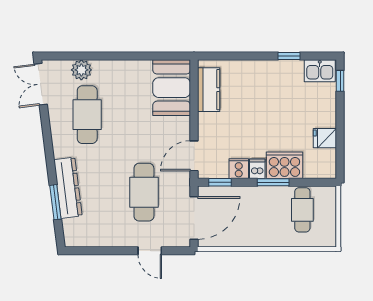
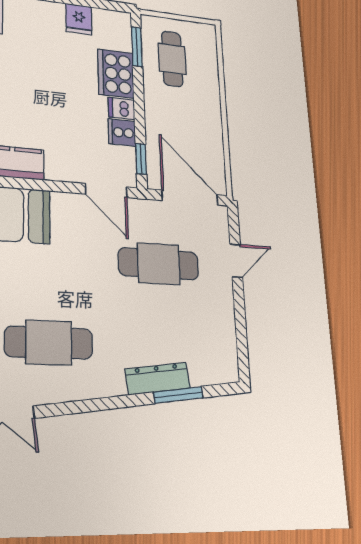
window: (273, 182) -> (137, 47), moved
dresser: (68, 188) -> (158, 379), width x0.73, depth x0.80
cafe table: (302, 210) -> (172, 59), turned 90

